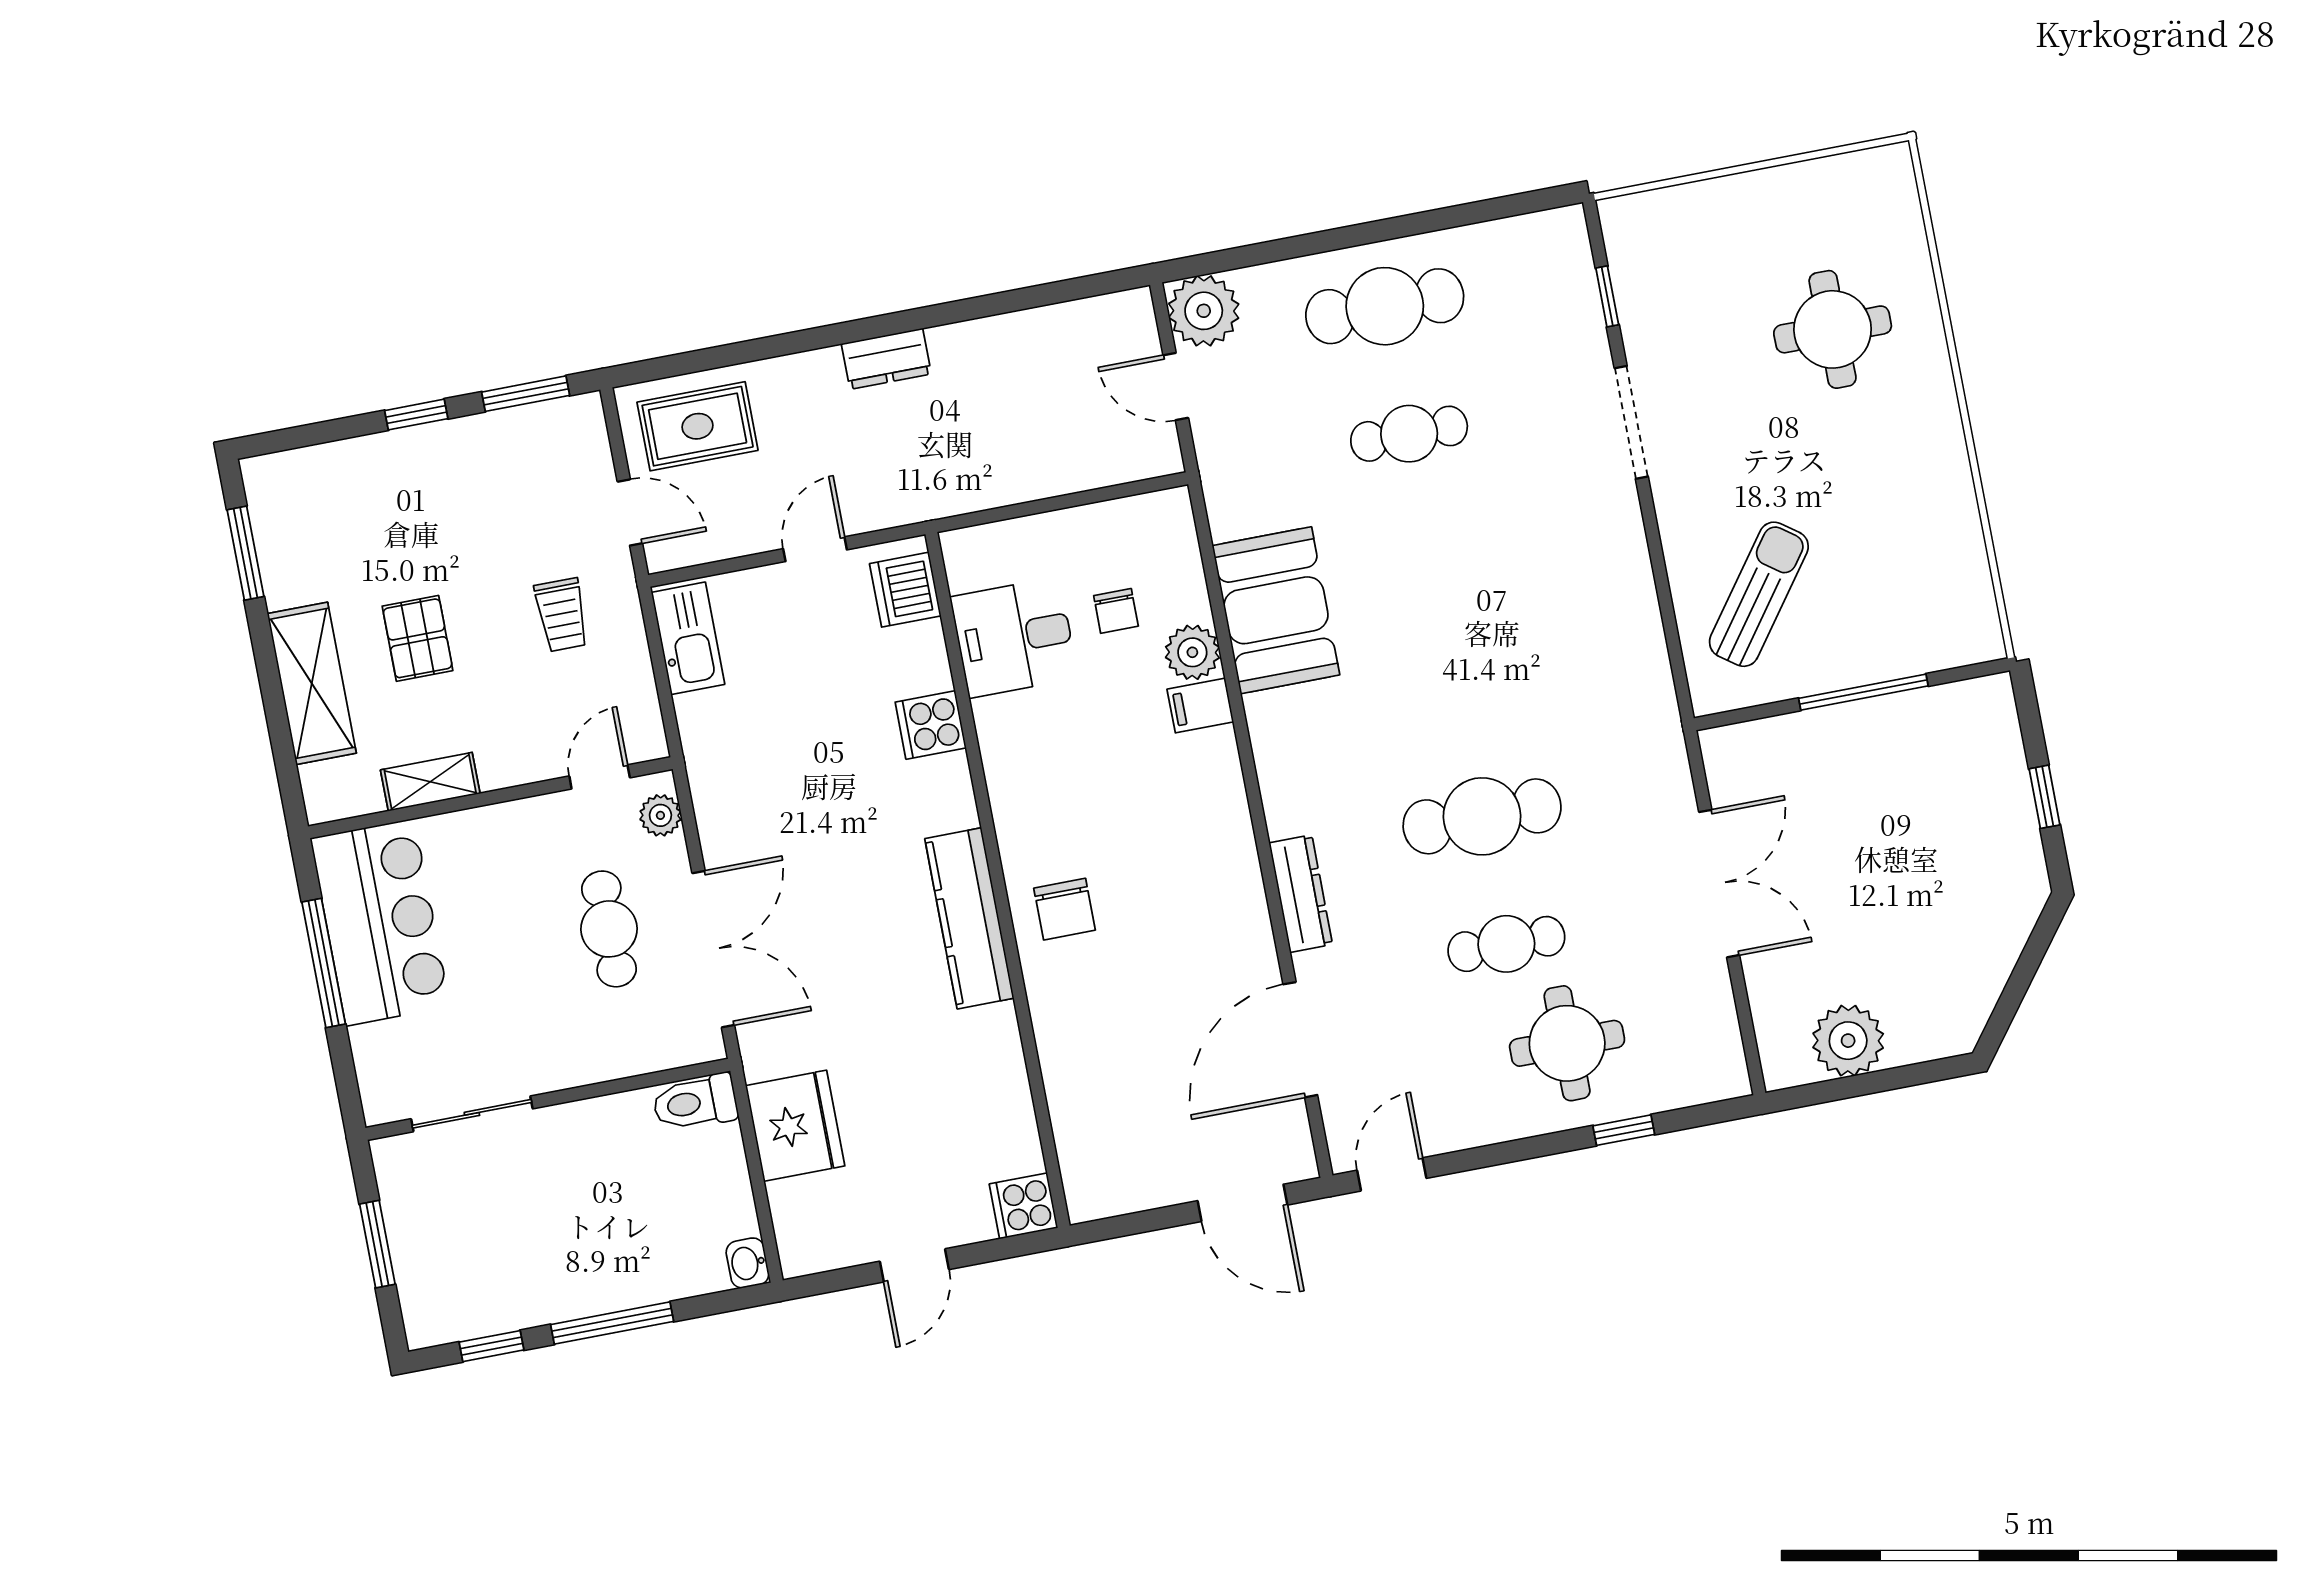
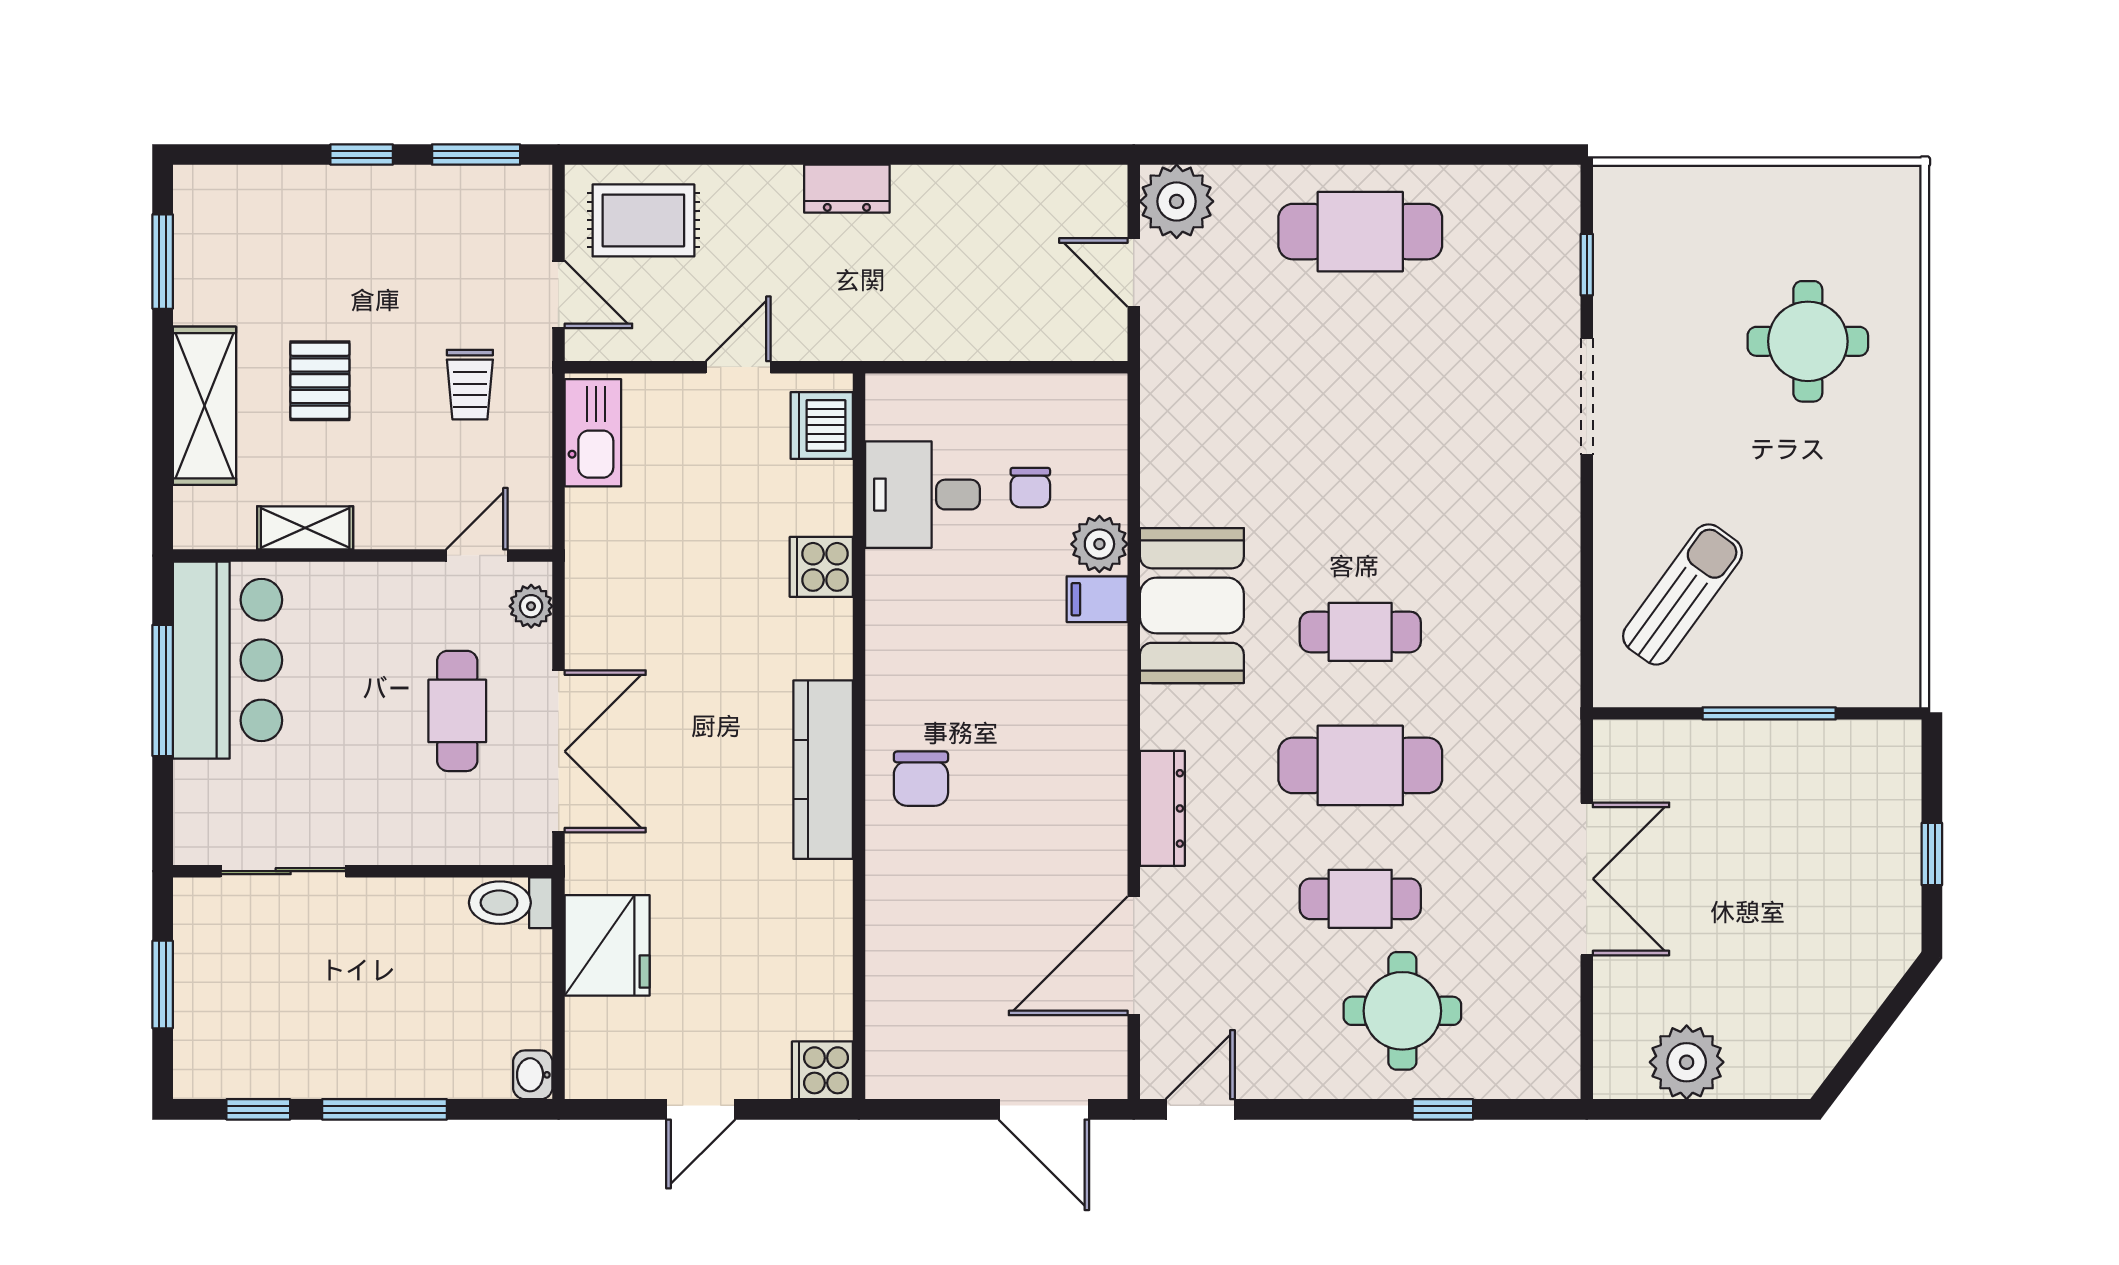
cafe table: (1409, 434) -> (1360, 632), moved
booth: (1276, 610) -> (1192, 606), moved

